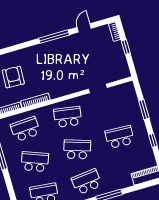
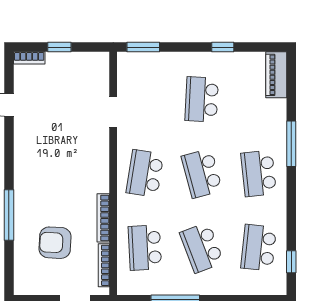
window: (54, 37) -> (9, 215), moved
window: (144, 110) -> (143, 47), moved
school desk: (77, 149) -> (202, 173), turned -33
school desk: (35, 162) -> (202, 248), turned -42

